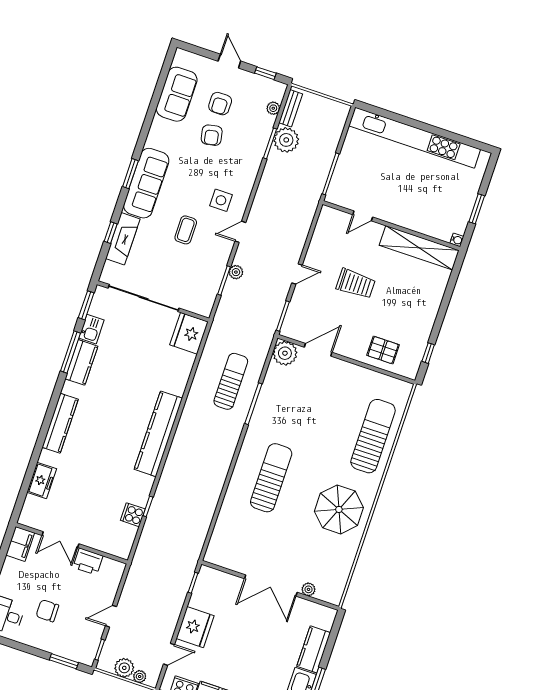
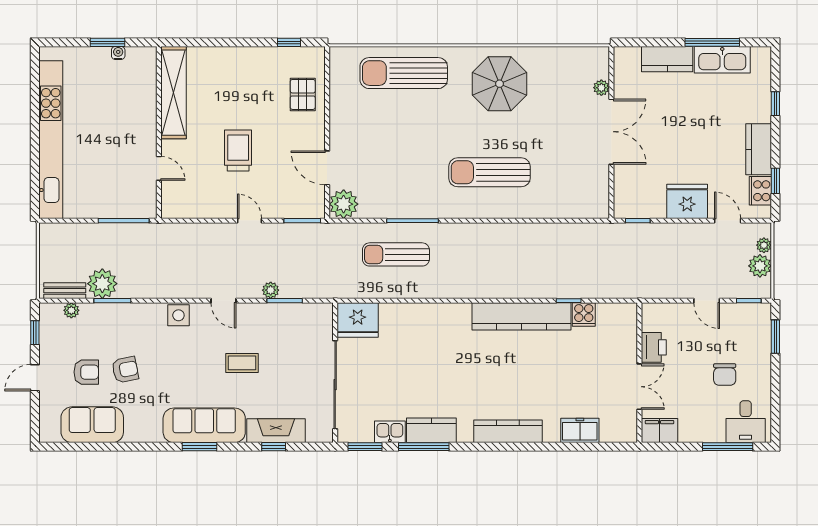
side table: (221, 200) -> (178, 315), moved
water cooler: (457, 240) -> (118, 53), moved
kitchen counter: (158, 434) -> (521, 316), moved

